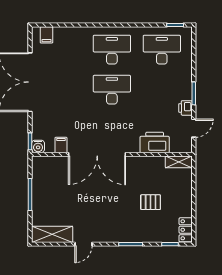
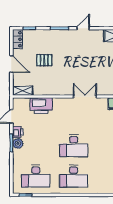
plant: (185, 93) -> (18, 143), added
double door: (97, 154) -> (85, 97), width x0.54
door: (194, 197) -> (11, 64), added
door: (83, 244) -> (83, 28), moved

